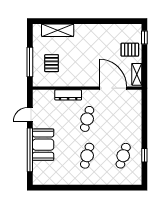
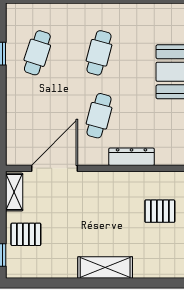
shelving: (58, 30) -> (105, 268), moved
pallet: (52, 63) -> (160, 211), turned 90
door: (113, 88) -> (55, 168), swing flipped

